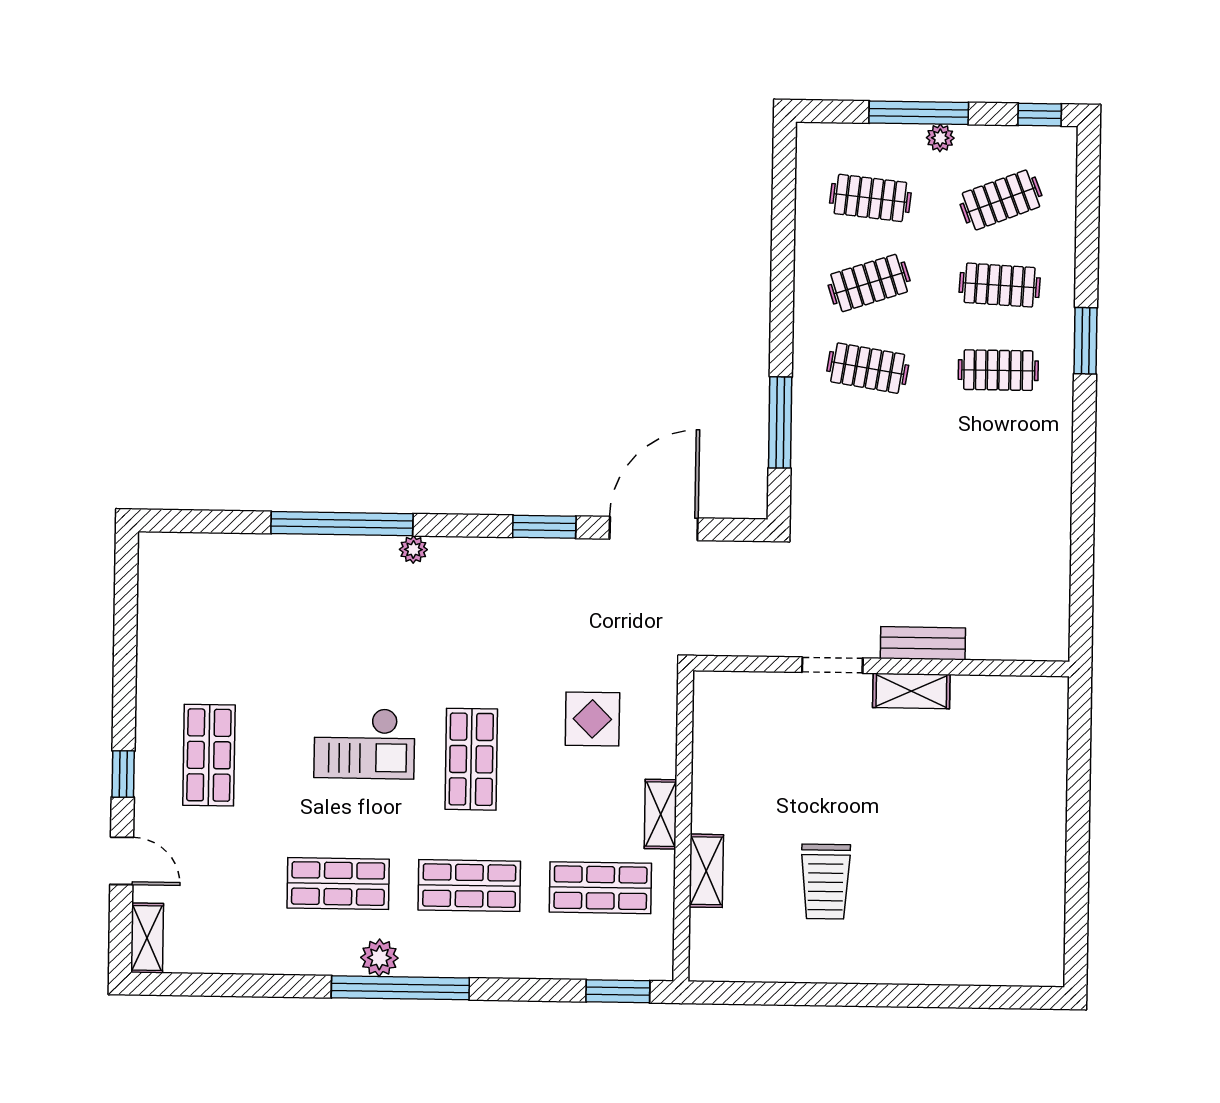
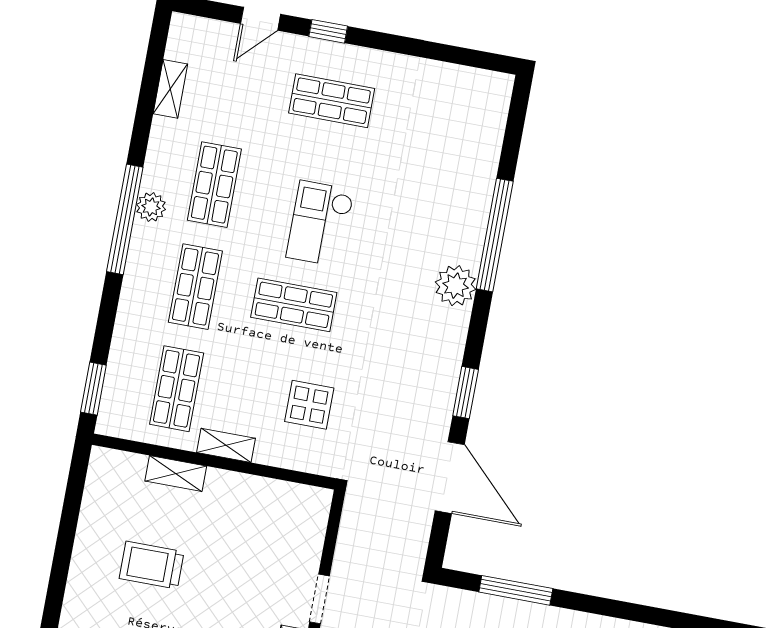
plant: (413, 550) -> (456, 286), width x1.87, depth x1.87
shelving: (147, 938) -> (170, 89), moved, turned 90

